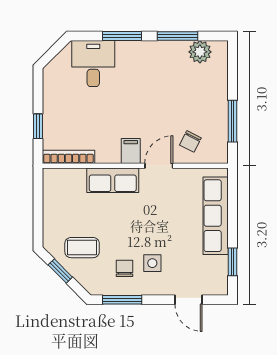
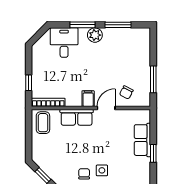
plant: (200, 52) -> (95, 35), moved
row of seats: (216, 216) -> (142, 140), width x0.68
coffee table: (82, 248) -> (43, 123), moved, turned 90
window: (232, 262) -> (153, 153), moved

